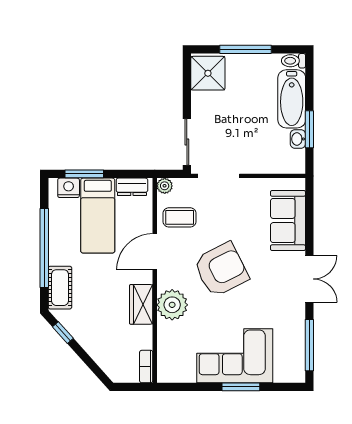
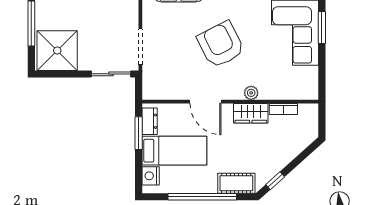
shower: (208, 73) -> (57, 51), width x1.37, depth x1.37
window: (84, 174) -> (139, 133), moved
plant: (165, 186) -> (149, 93), removed
coffee table: (180, 217) -> (176, 80), removed
plant: (172, 305) -> (251, 93), width x0.53, depth x0.53
bookcase: (146, 367) -> (283, 109), moved

